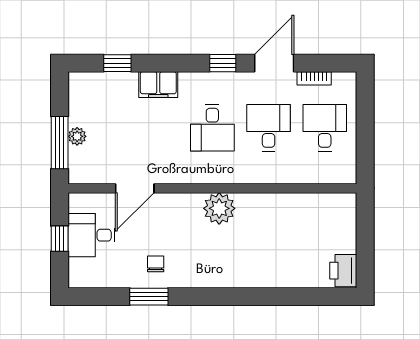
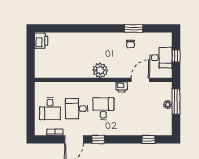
filing cabinet: (158, 85) -> (129, 129), removed
desk: (269, 128) -> (77, 109), turned 90
printer: (174, 173) -> (122, 87), added

